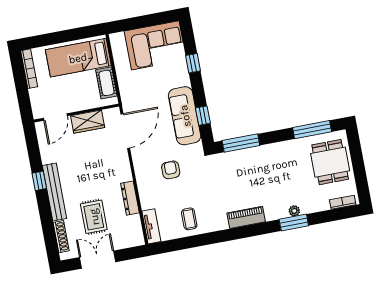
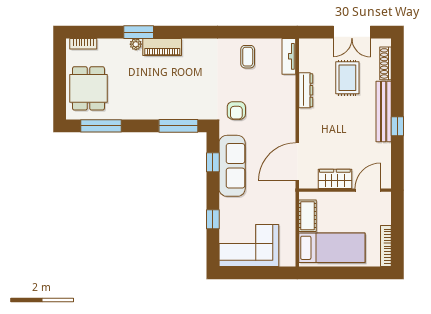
armchair: (171, 170) -> (236, 111), moved
piano: (246, 217) -> (162, 47), moved

